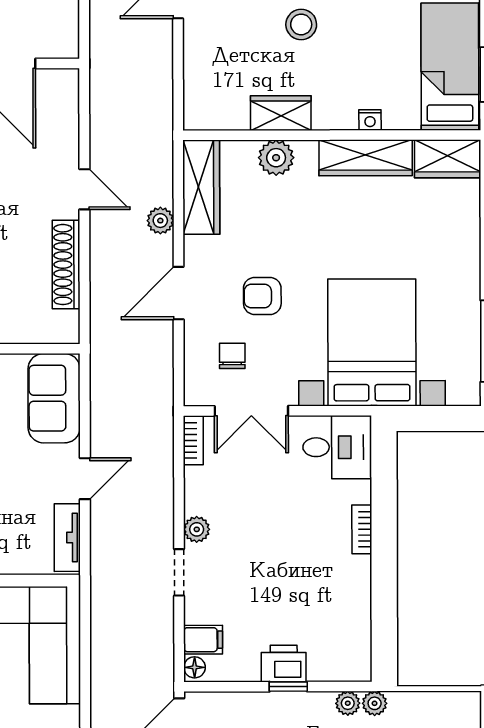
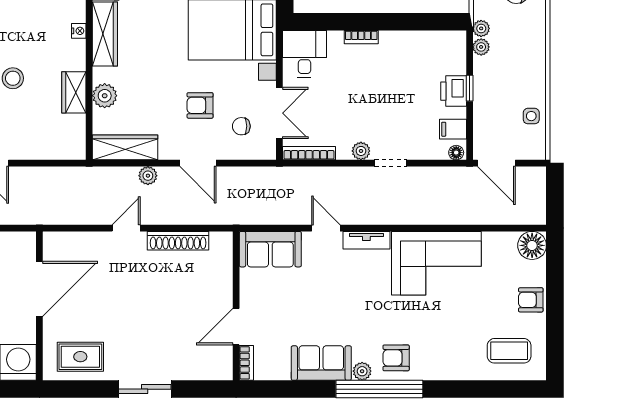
armchair: (262, 296) -> (200, 105), turned 90
bookcase: (193, 440) -> (309, 153), width x1.56
filing cabinet: (203, 640) -> (453, 129), moved, turned -90

